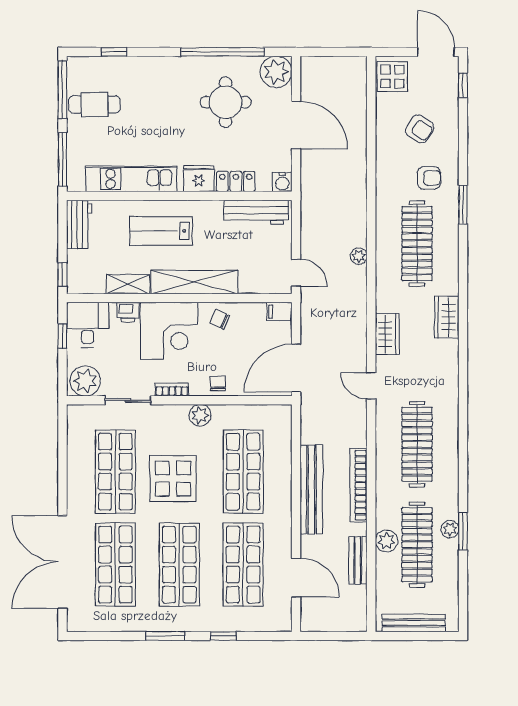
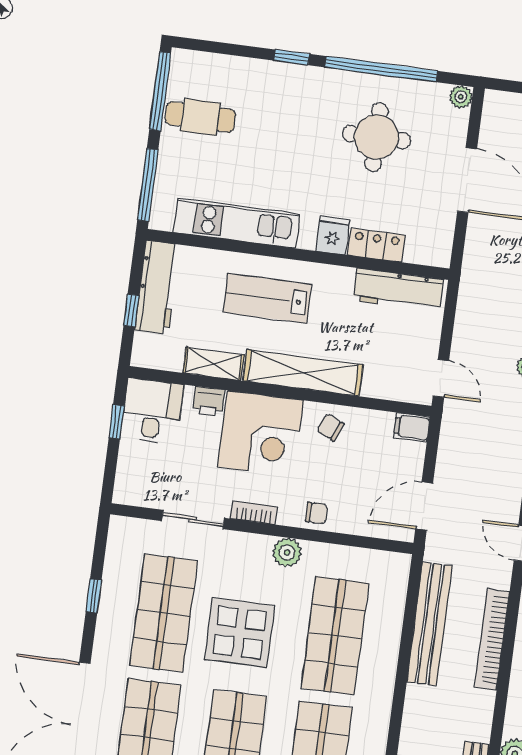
window: (114, 52) -> (292, 57), moved
plant: (276, 72) -> (461, 97), width x0.53, depth x0.53
fridge: (199, 179) -> (333, 235), width x0.72
water cooler: (282, 182) -> (438, 254), removed
workbench: (79, 224) -> (157, 287), width x1.38
window: (62, 274) -> (131, 310), moved
door: (296, 368) -> (424, 506), width x0.73
plant: (85, 381) -> (139, 486), removed
chair: (218, 384) -> (316, 513), turned 90
window: (62, 466) -> (94, 596), added
bookcase: (359, 485) -> (492, 639), moved
bench: (311, 490) -> (429, 624), moved

